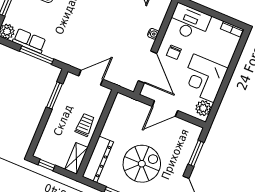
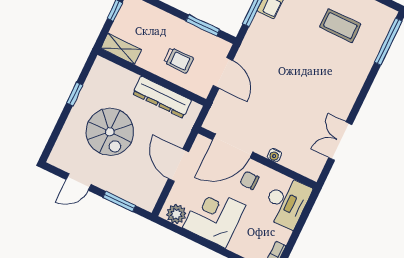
trolley: (85, 125) -> (178, 60), moved
dresser: (98, 159) -> (162, 97), moved

